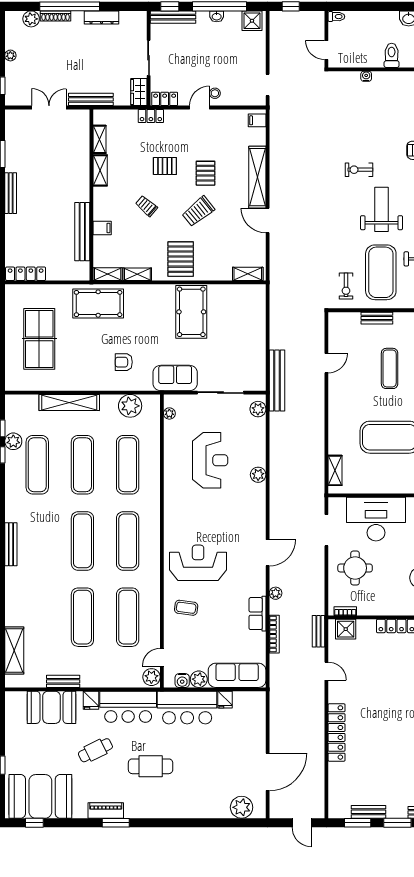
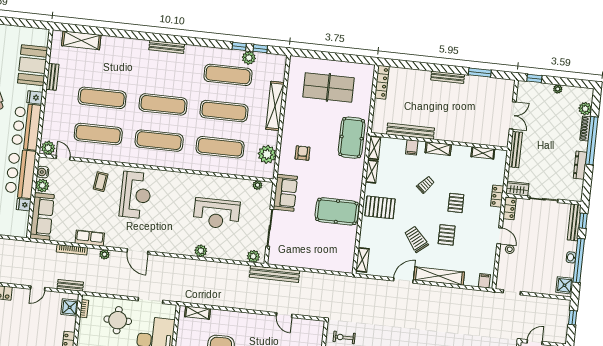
shelving: (100, 170) -> (438, 149), moved
pallet: (206, 173) -> (447, 235), turned 90
trolley: (198, 211) -> (416, 239), moved

